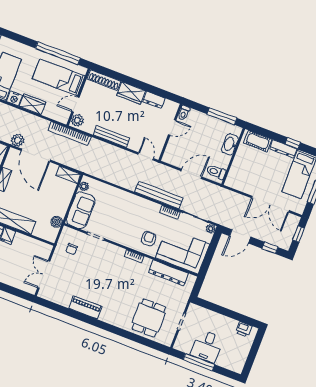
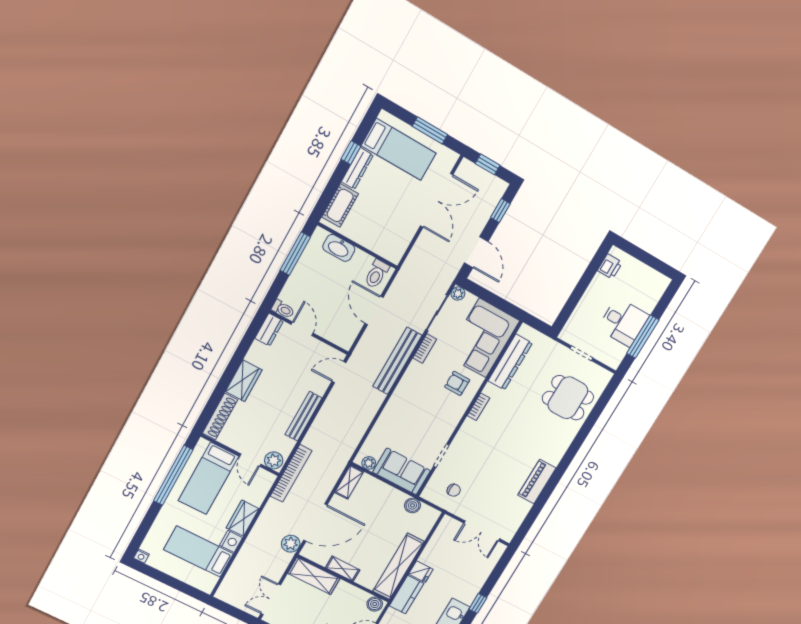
dresser: (154, 100) -> (269, 330), moved

